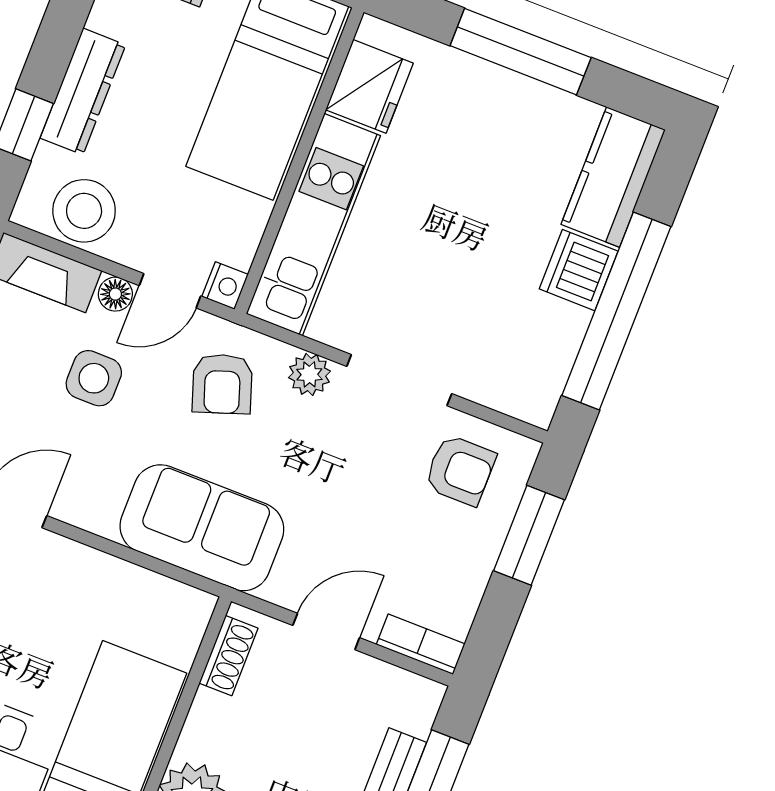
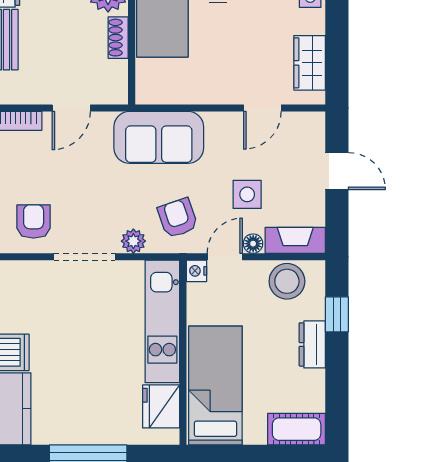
dresser: (83, 91) -> (312, 344), width x0.70
armchair: (460, 470) -> (34, 221), turned 90
shoe rack: (229, 656) -> (118, 38), moved

